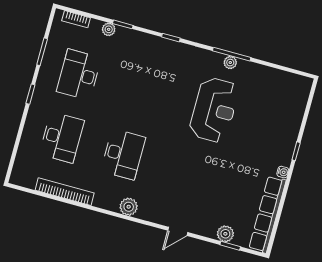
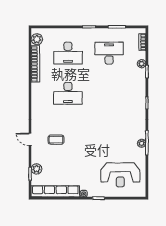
reception desk: (214, 110) -> (120, 175), moved
coffee table: (189, 192) -> (56, 140), added
plant: (129, 207) -> (37, 39), moved

